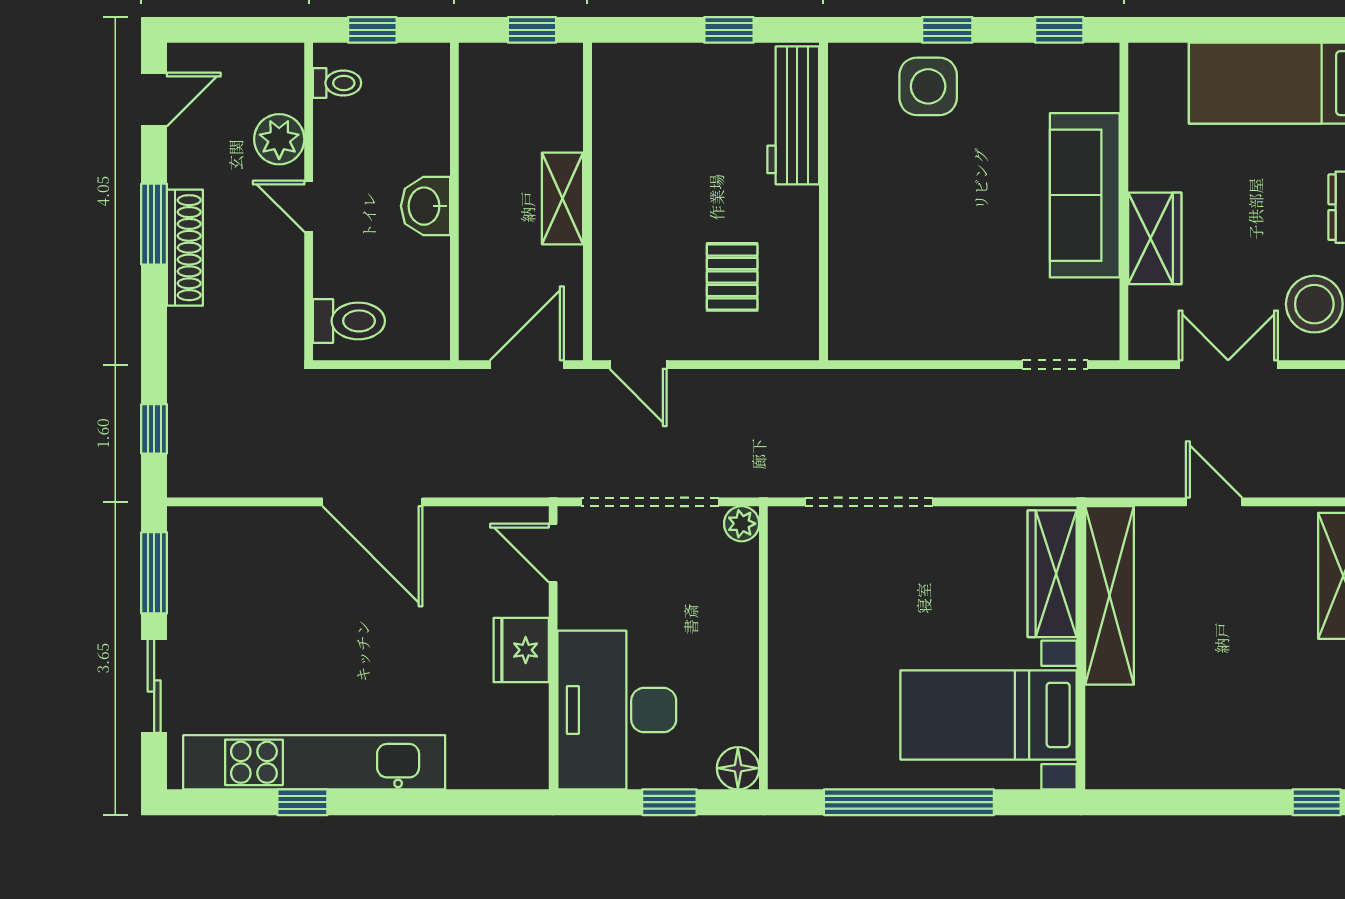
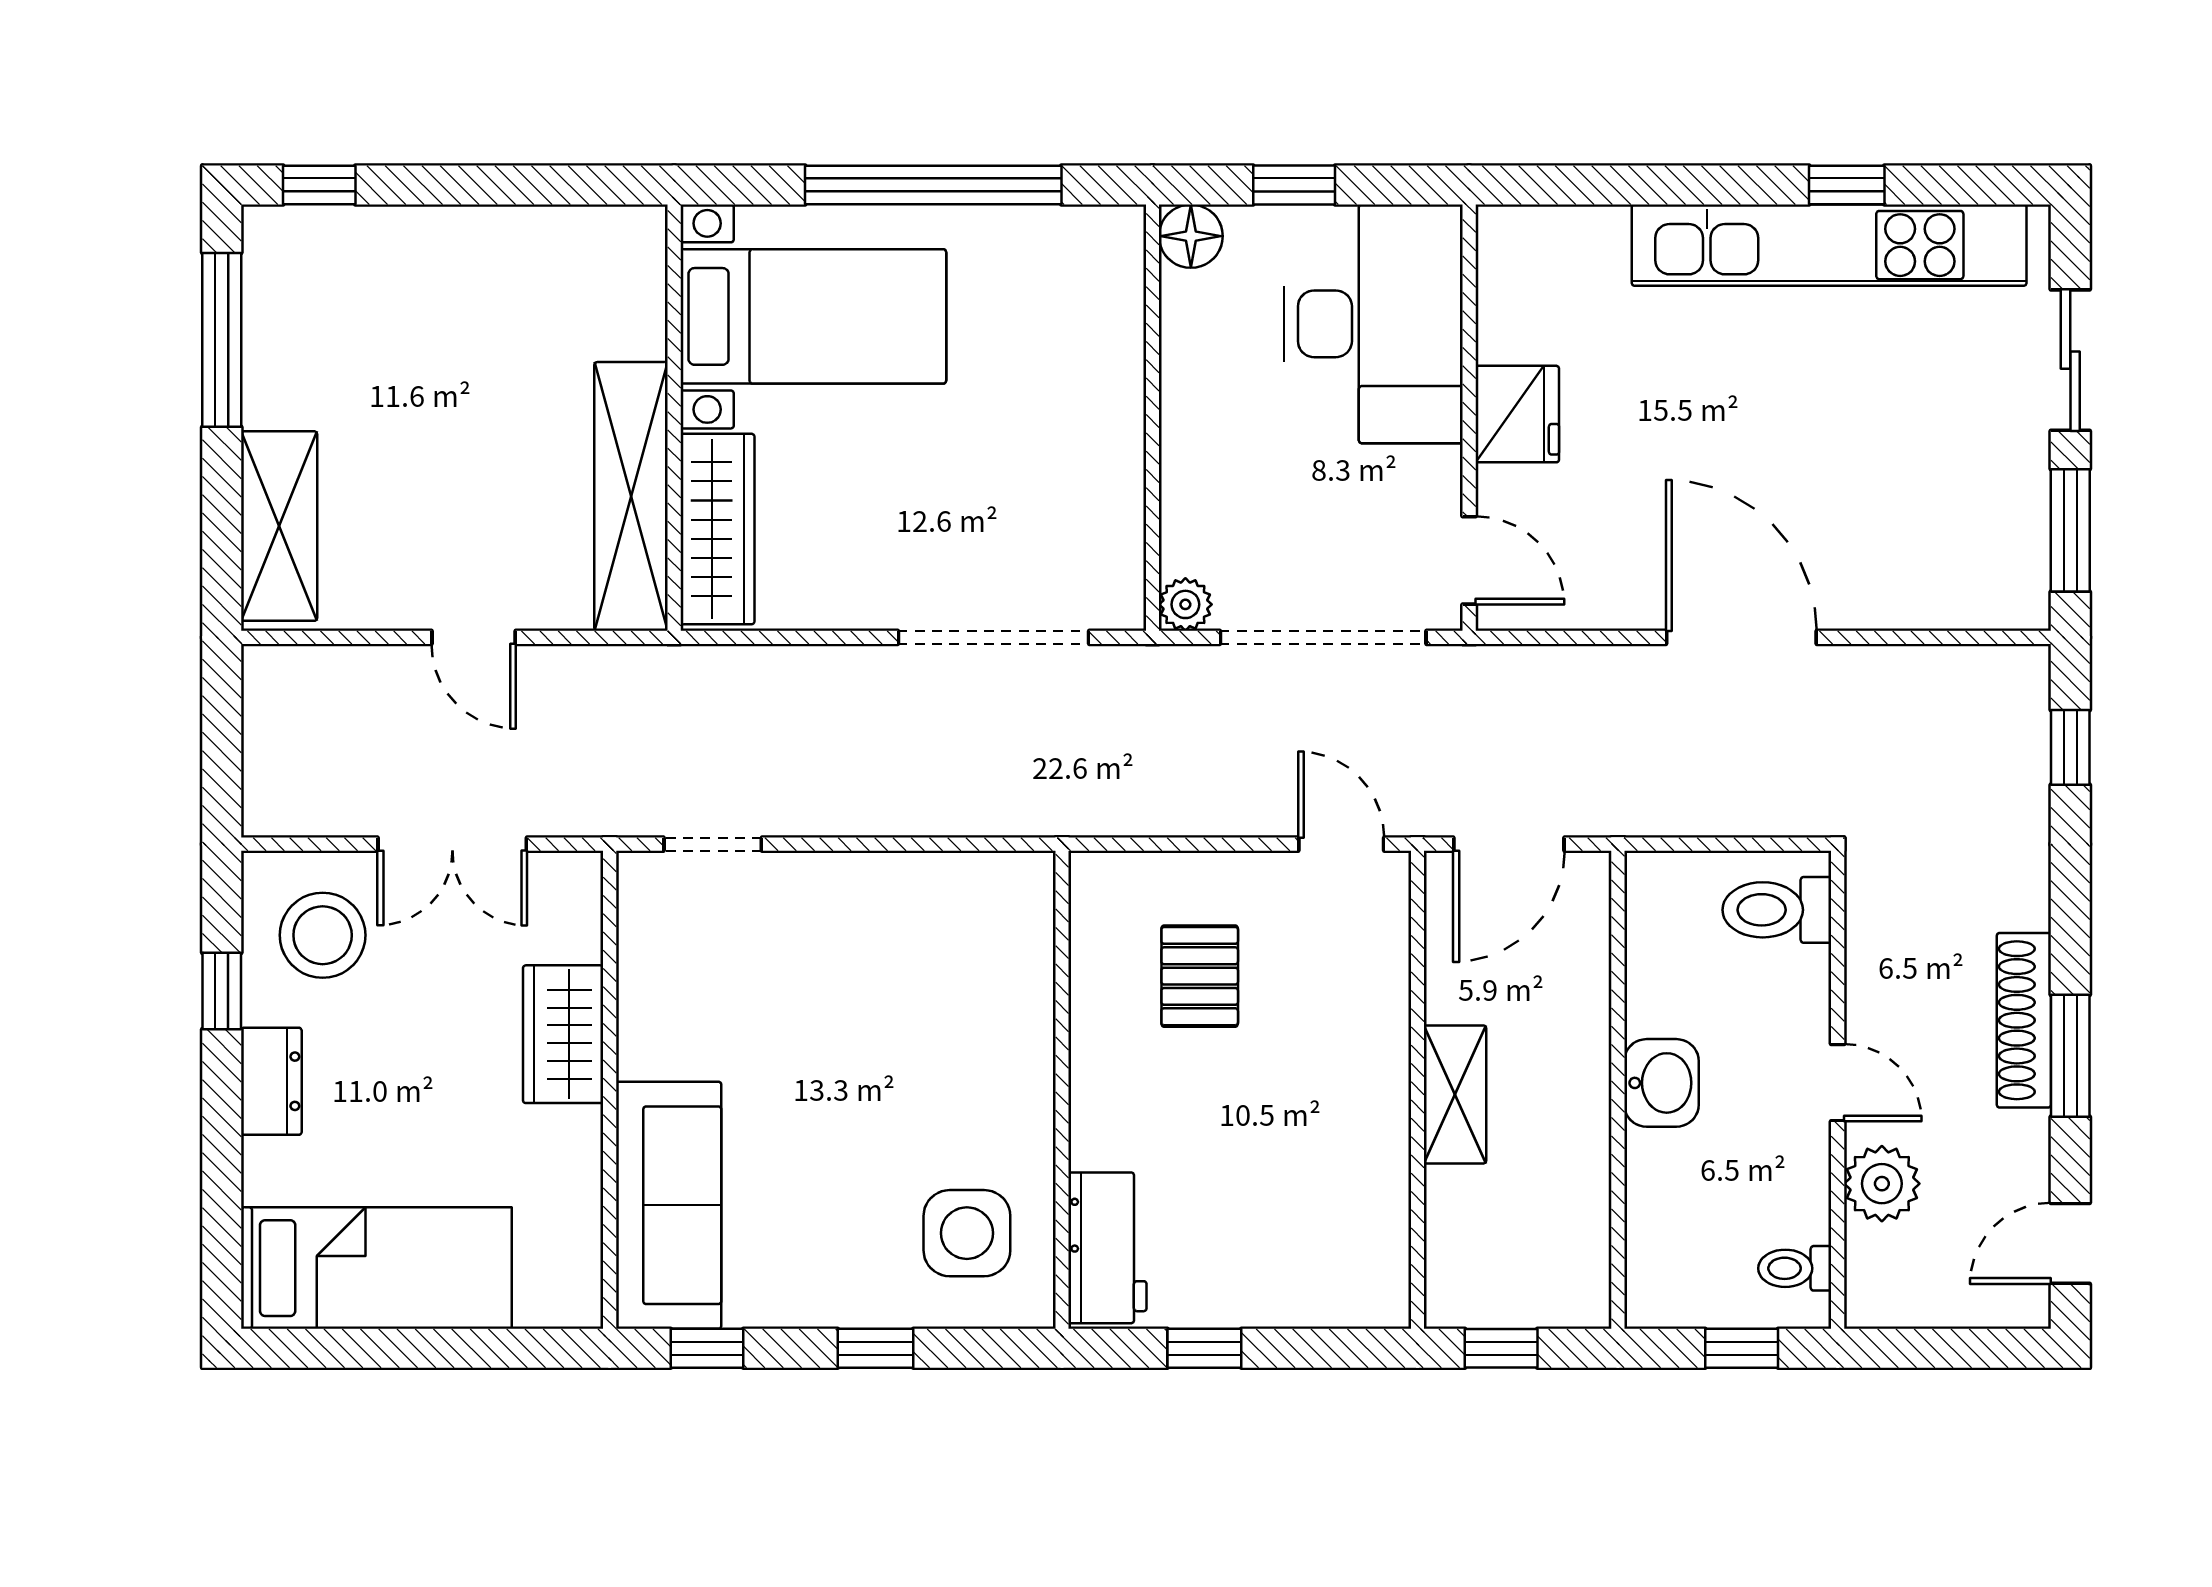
side table: (928, 86) -> (967, 1233), moved
workbench: (793, 115) -> (1107, 1248), width x0.73
sofa: (1085, 195) -> (669, 1205), moved

